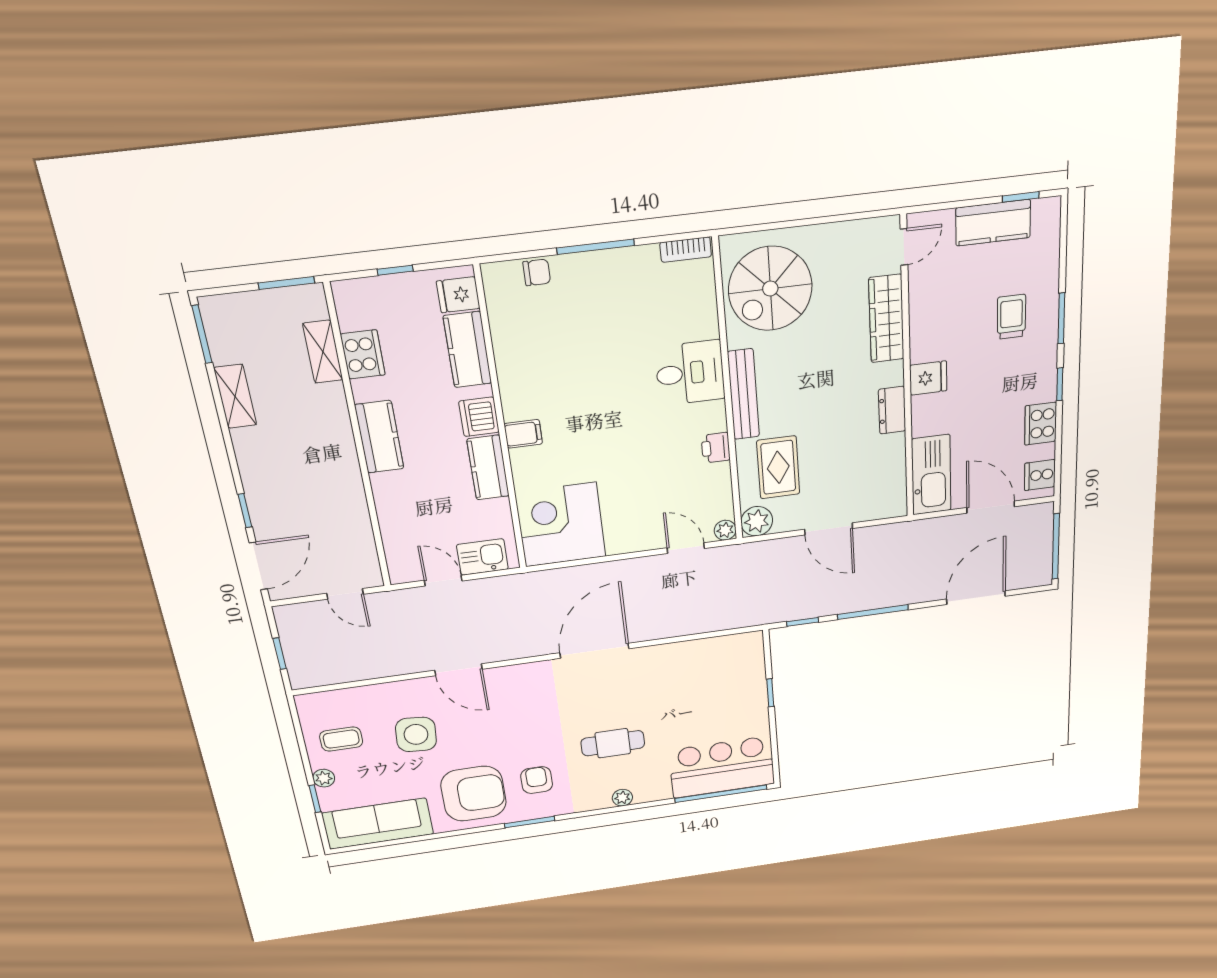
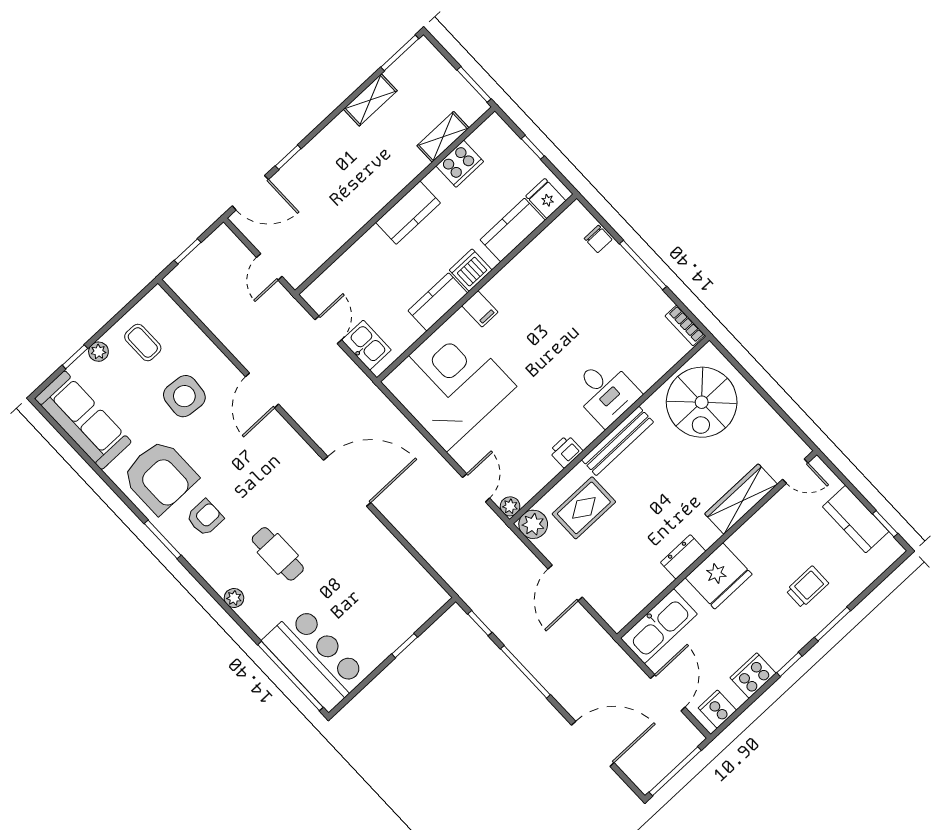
spiral stairs: (770, 289) -> (702, 402), turned -90
fridge: (928, 378) -> (719, 576), width x1.88, depth x1.34
corner desk: (561, 525) -> (449, 384), width x1.36, depth x1.36

